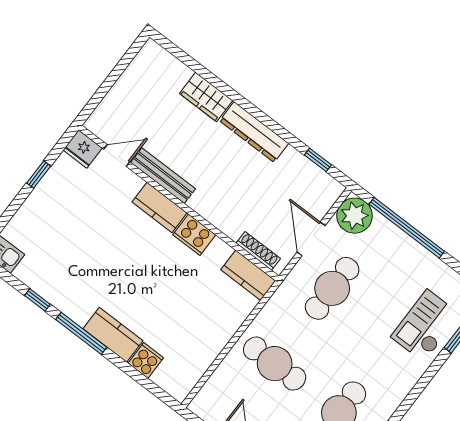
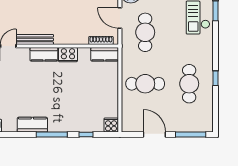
window: (37, 300) -> (86, 135), moved
kitchen counter: (113, 335) -> (32, 125), moved
cooker: (146, 361) -> (111, 125), moved

